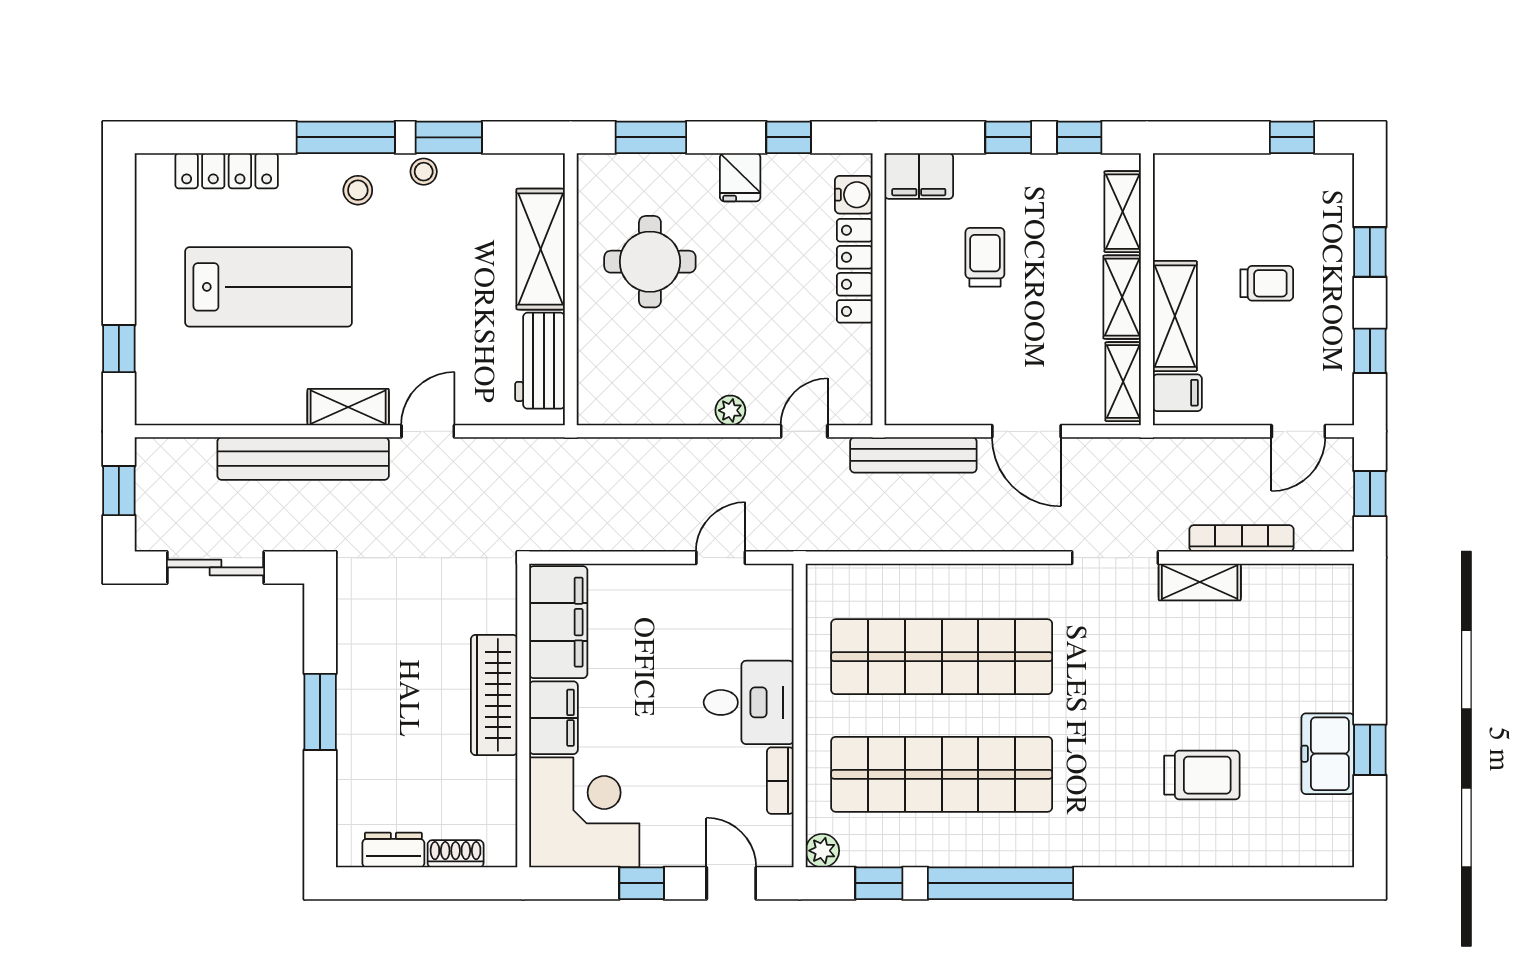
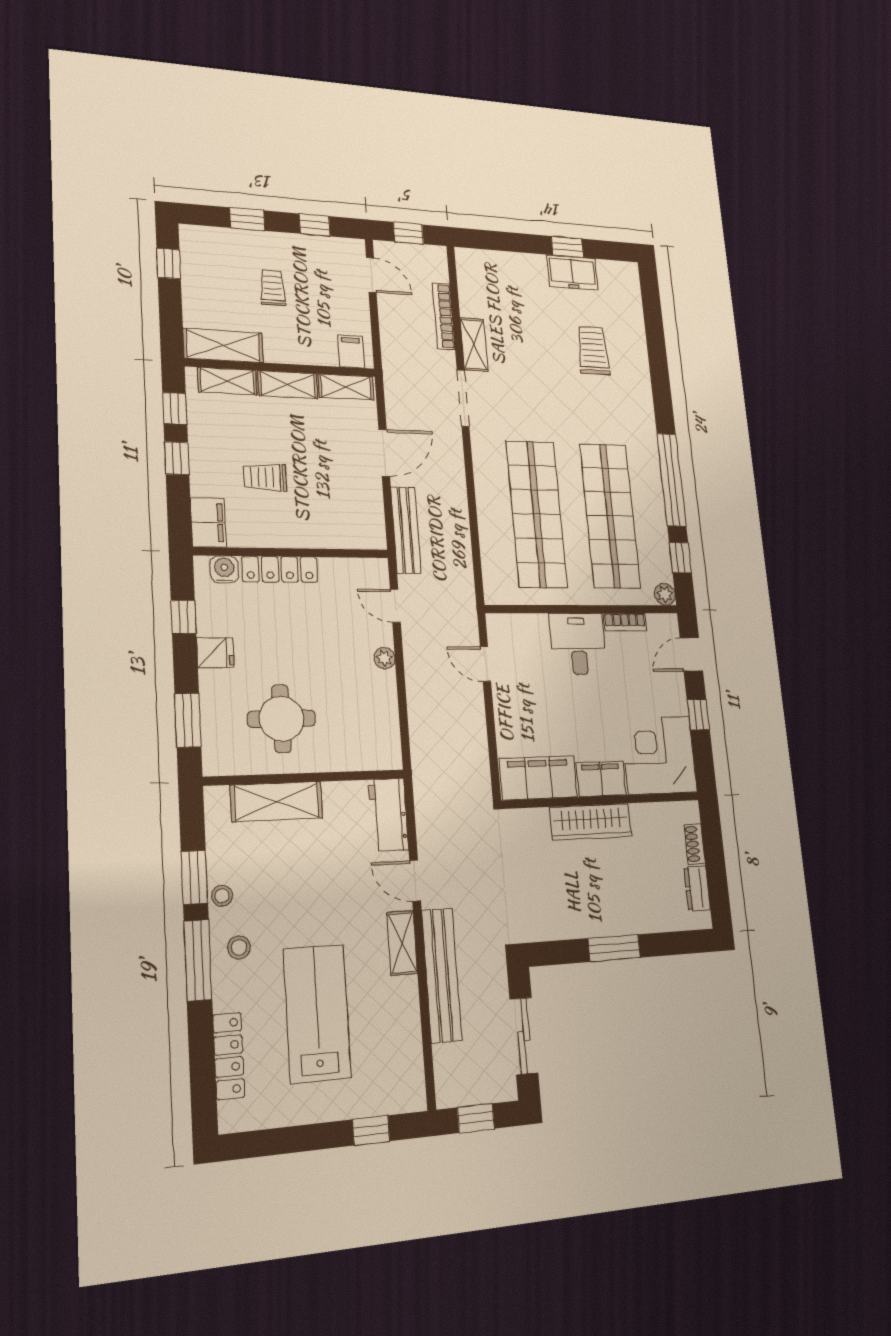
shelving: (1175, 316) -> (223, 346), moved
workbench: (540, 361) -> (388, 815), moved, turned 90

